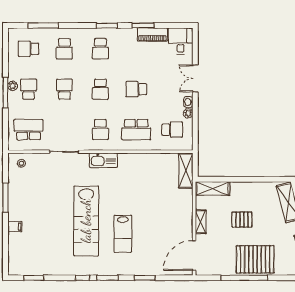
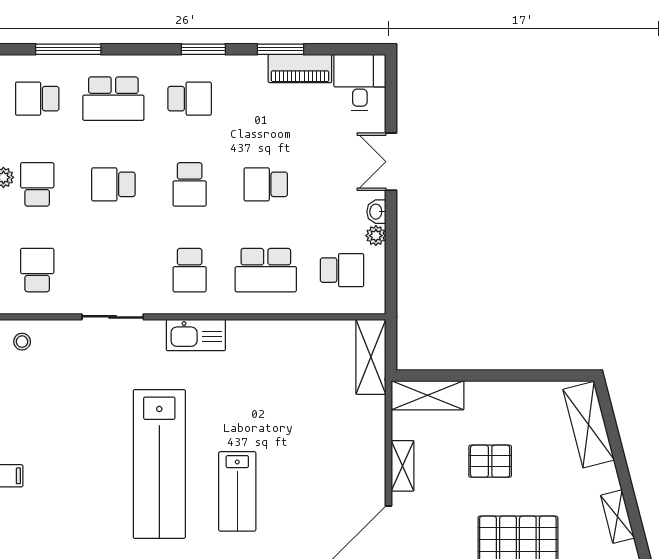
school desk: (64, 49) -> (113, 99), width x1.85
school desk: (100, 49) -> (190, 99), turned -90
school desk: (64, 89) -> (113, 184), turned -90
school desk: (29, 130) -> (37, 270), width x0.54

